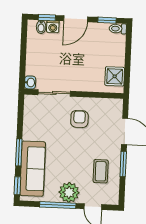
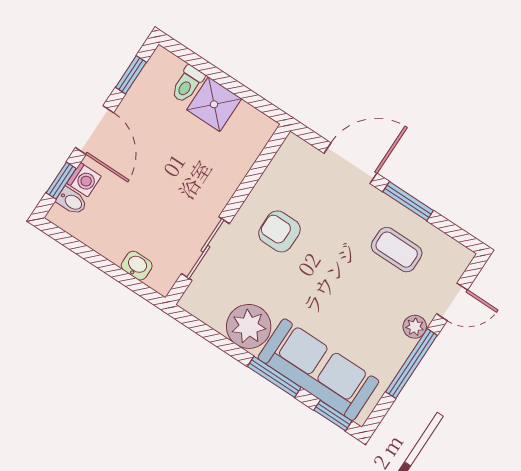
toilet: (118, 29) -> (187, 84), moved
shower: (115, 76) -> (214, 104), moved
washbasin: (30, 82) -> (137, 266), moved
plant: (33, 130) -> (249, 326), added
plant: (69, 192) -> (415, 327), width x0.53, depth x0.53

